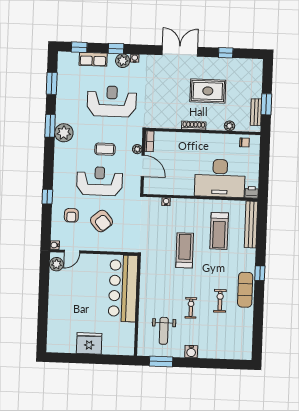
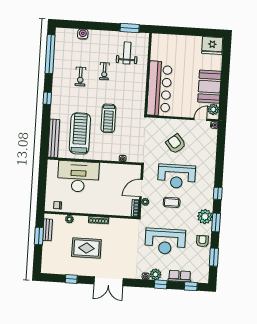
door: (143, 166) -> (141, 188), hinge flipped
printer: (252, 192) -> (53, 165), removed
window: (47, 197) -> (218, 193), moved
armchair: (71, 215) -> (202, 241), moved
treadmill: (219, 231) -> (80, 133), width x1.37, depth x1.38
exercise mat: (245, 290) -> (60, 85), removed
booth: (62, 292) -> (209, 87), added
window: (258, 327) -> (50, 54), added
fridge: (89, 343) -> (212, 46), moved
water cooler: (191, 352) -> (83, 34), moved

